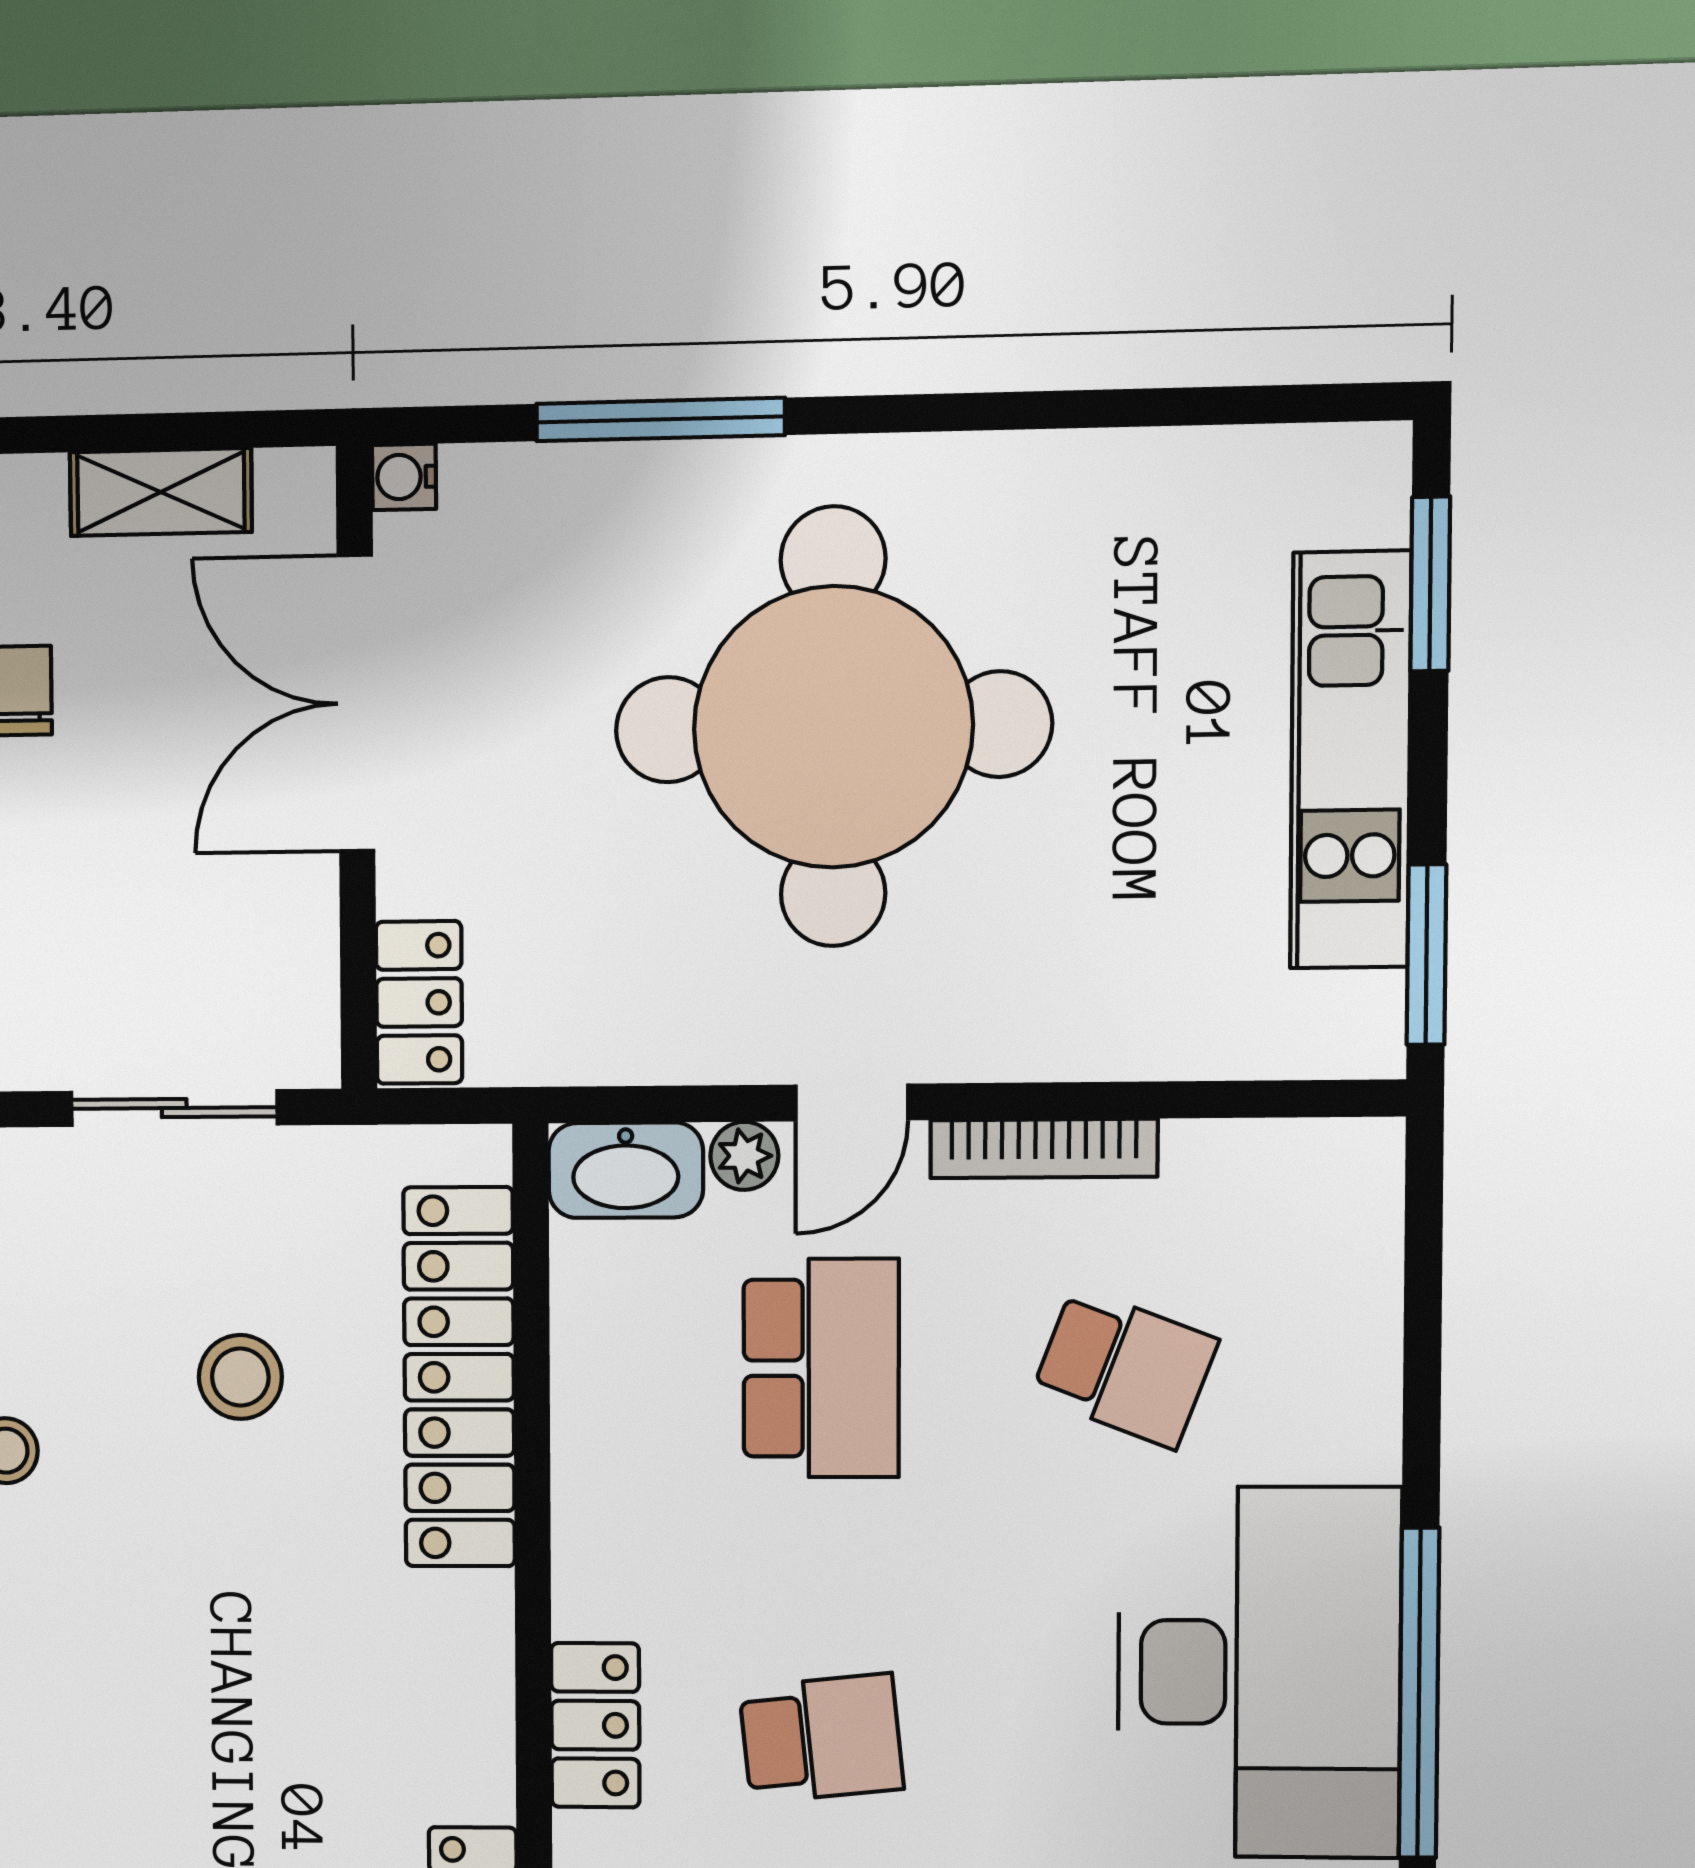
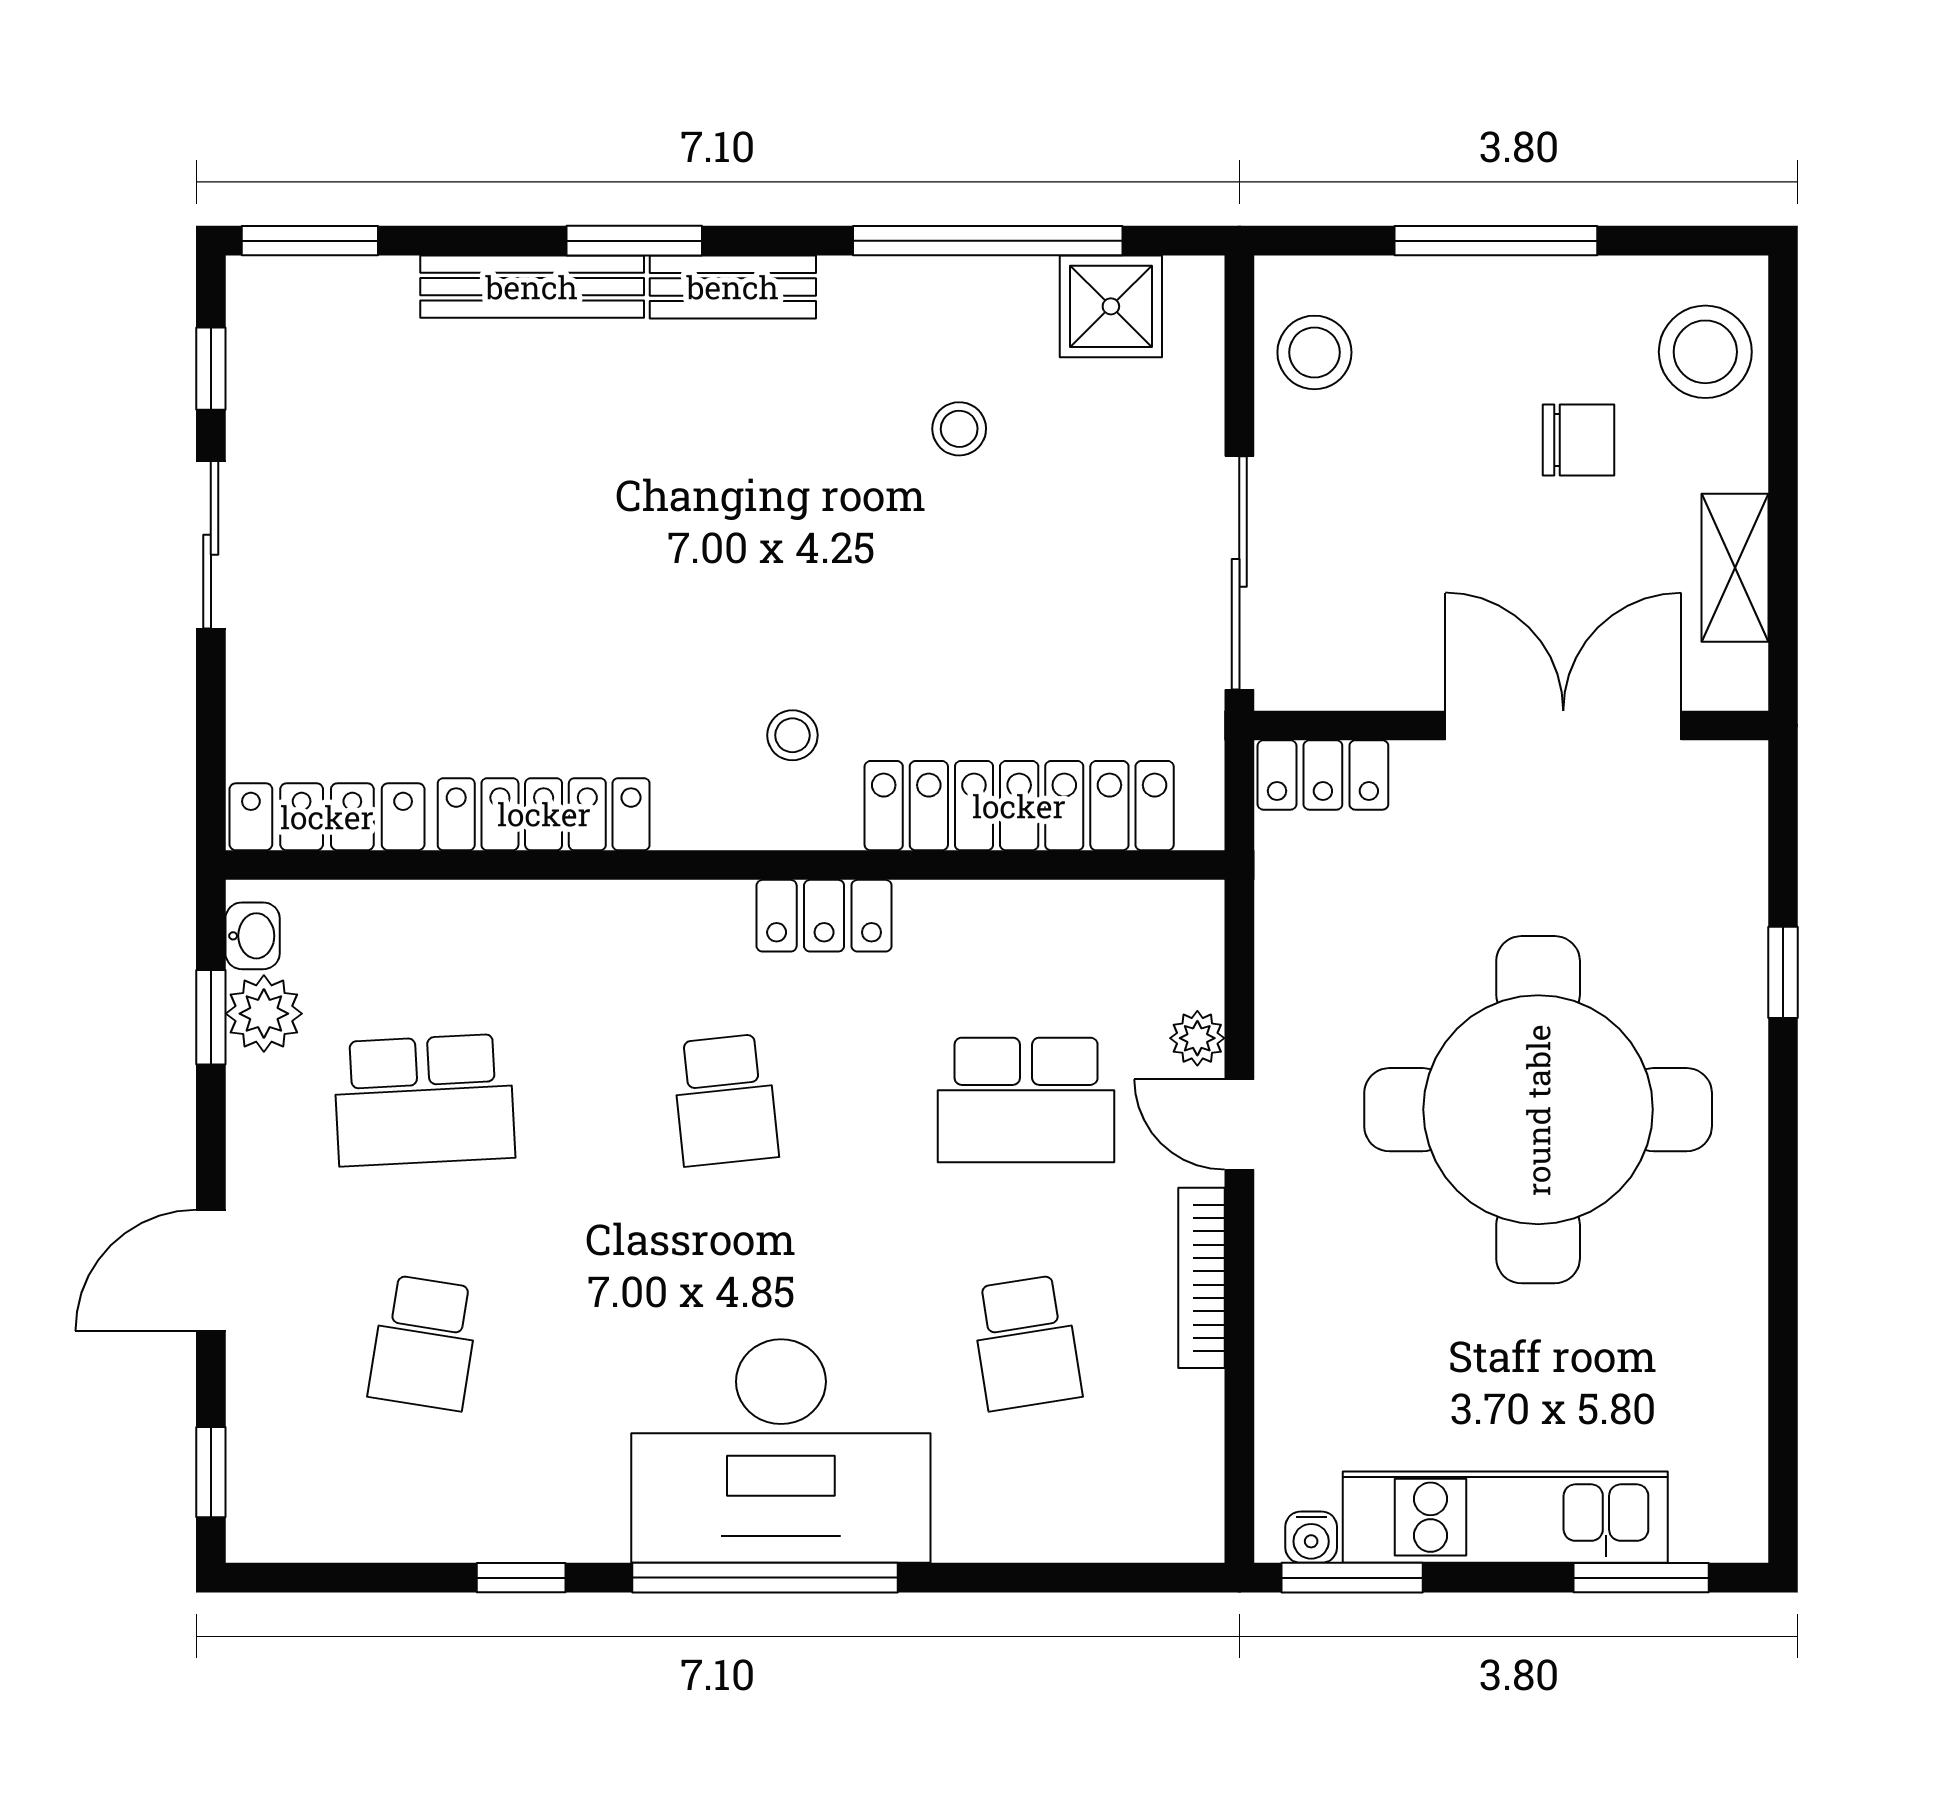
window: (660, 419) -> (1783, 972), width x0.46
water cooler: (404, 477) -> (1311, 1537), moved, turned 180
sliding door: (174, 1108) -> (1239, 573), width x1.37
washbasin: (626, 1170) -> (1186, 942), removed
school desk: (1124, 1368) -> (1026, 1343), turned -30
stool: (240, 1377) -> (792, 735), moved, width x0.73, depth x0.73
locker: (595, 1725) -> (824, 916), moved

